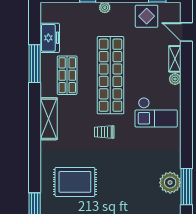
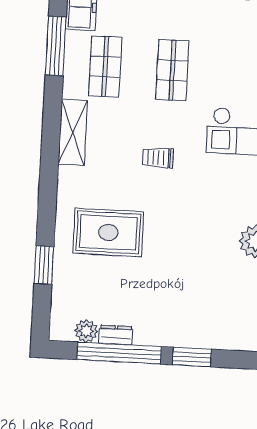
shop shelf: (110, 75) -> (172, 70), width x0.50, depth x0.74

